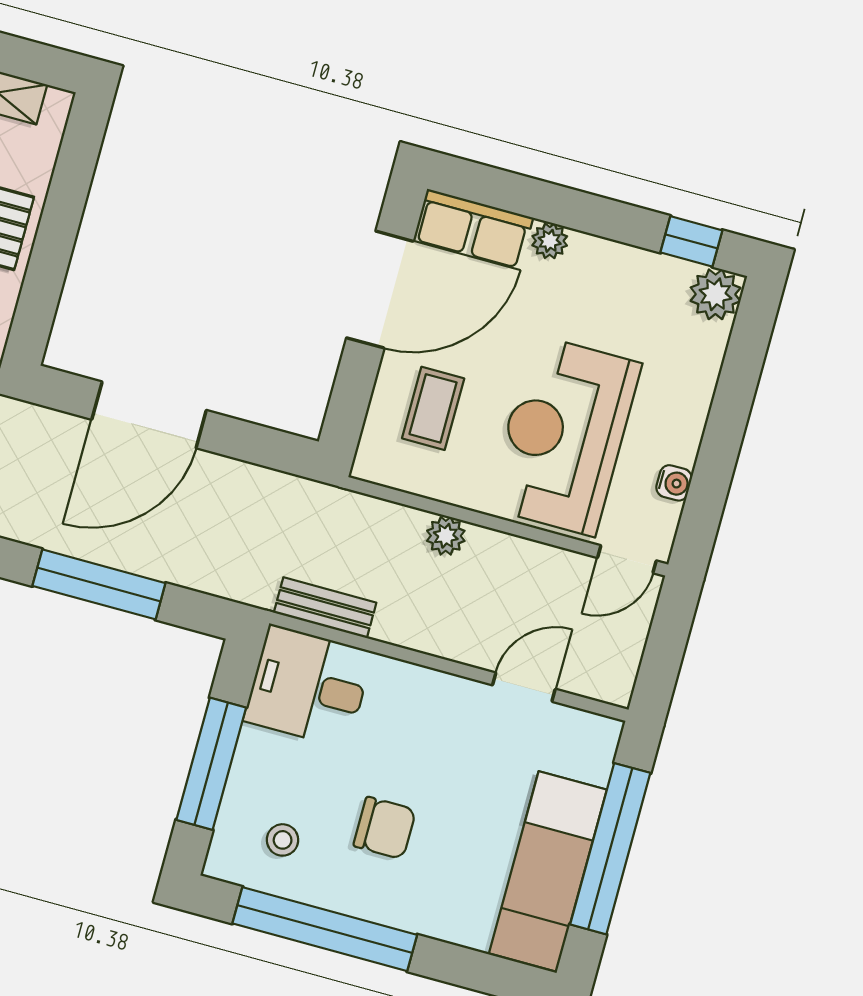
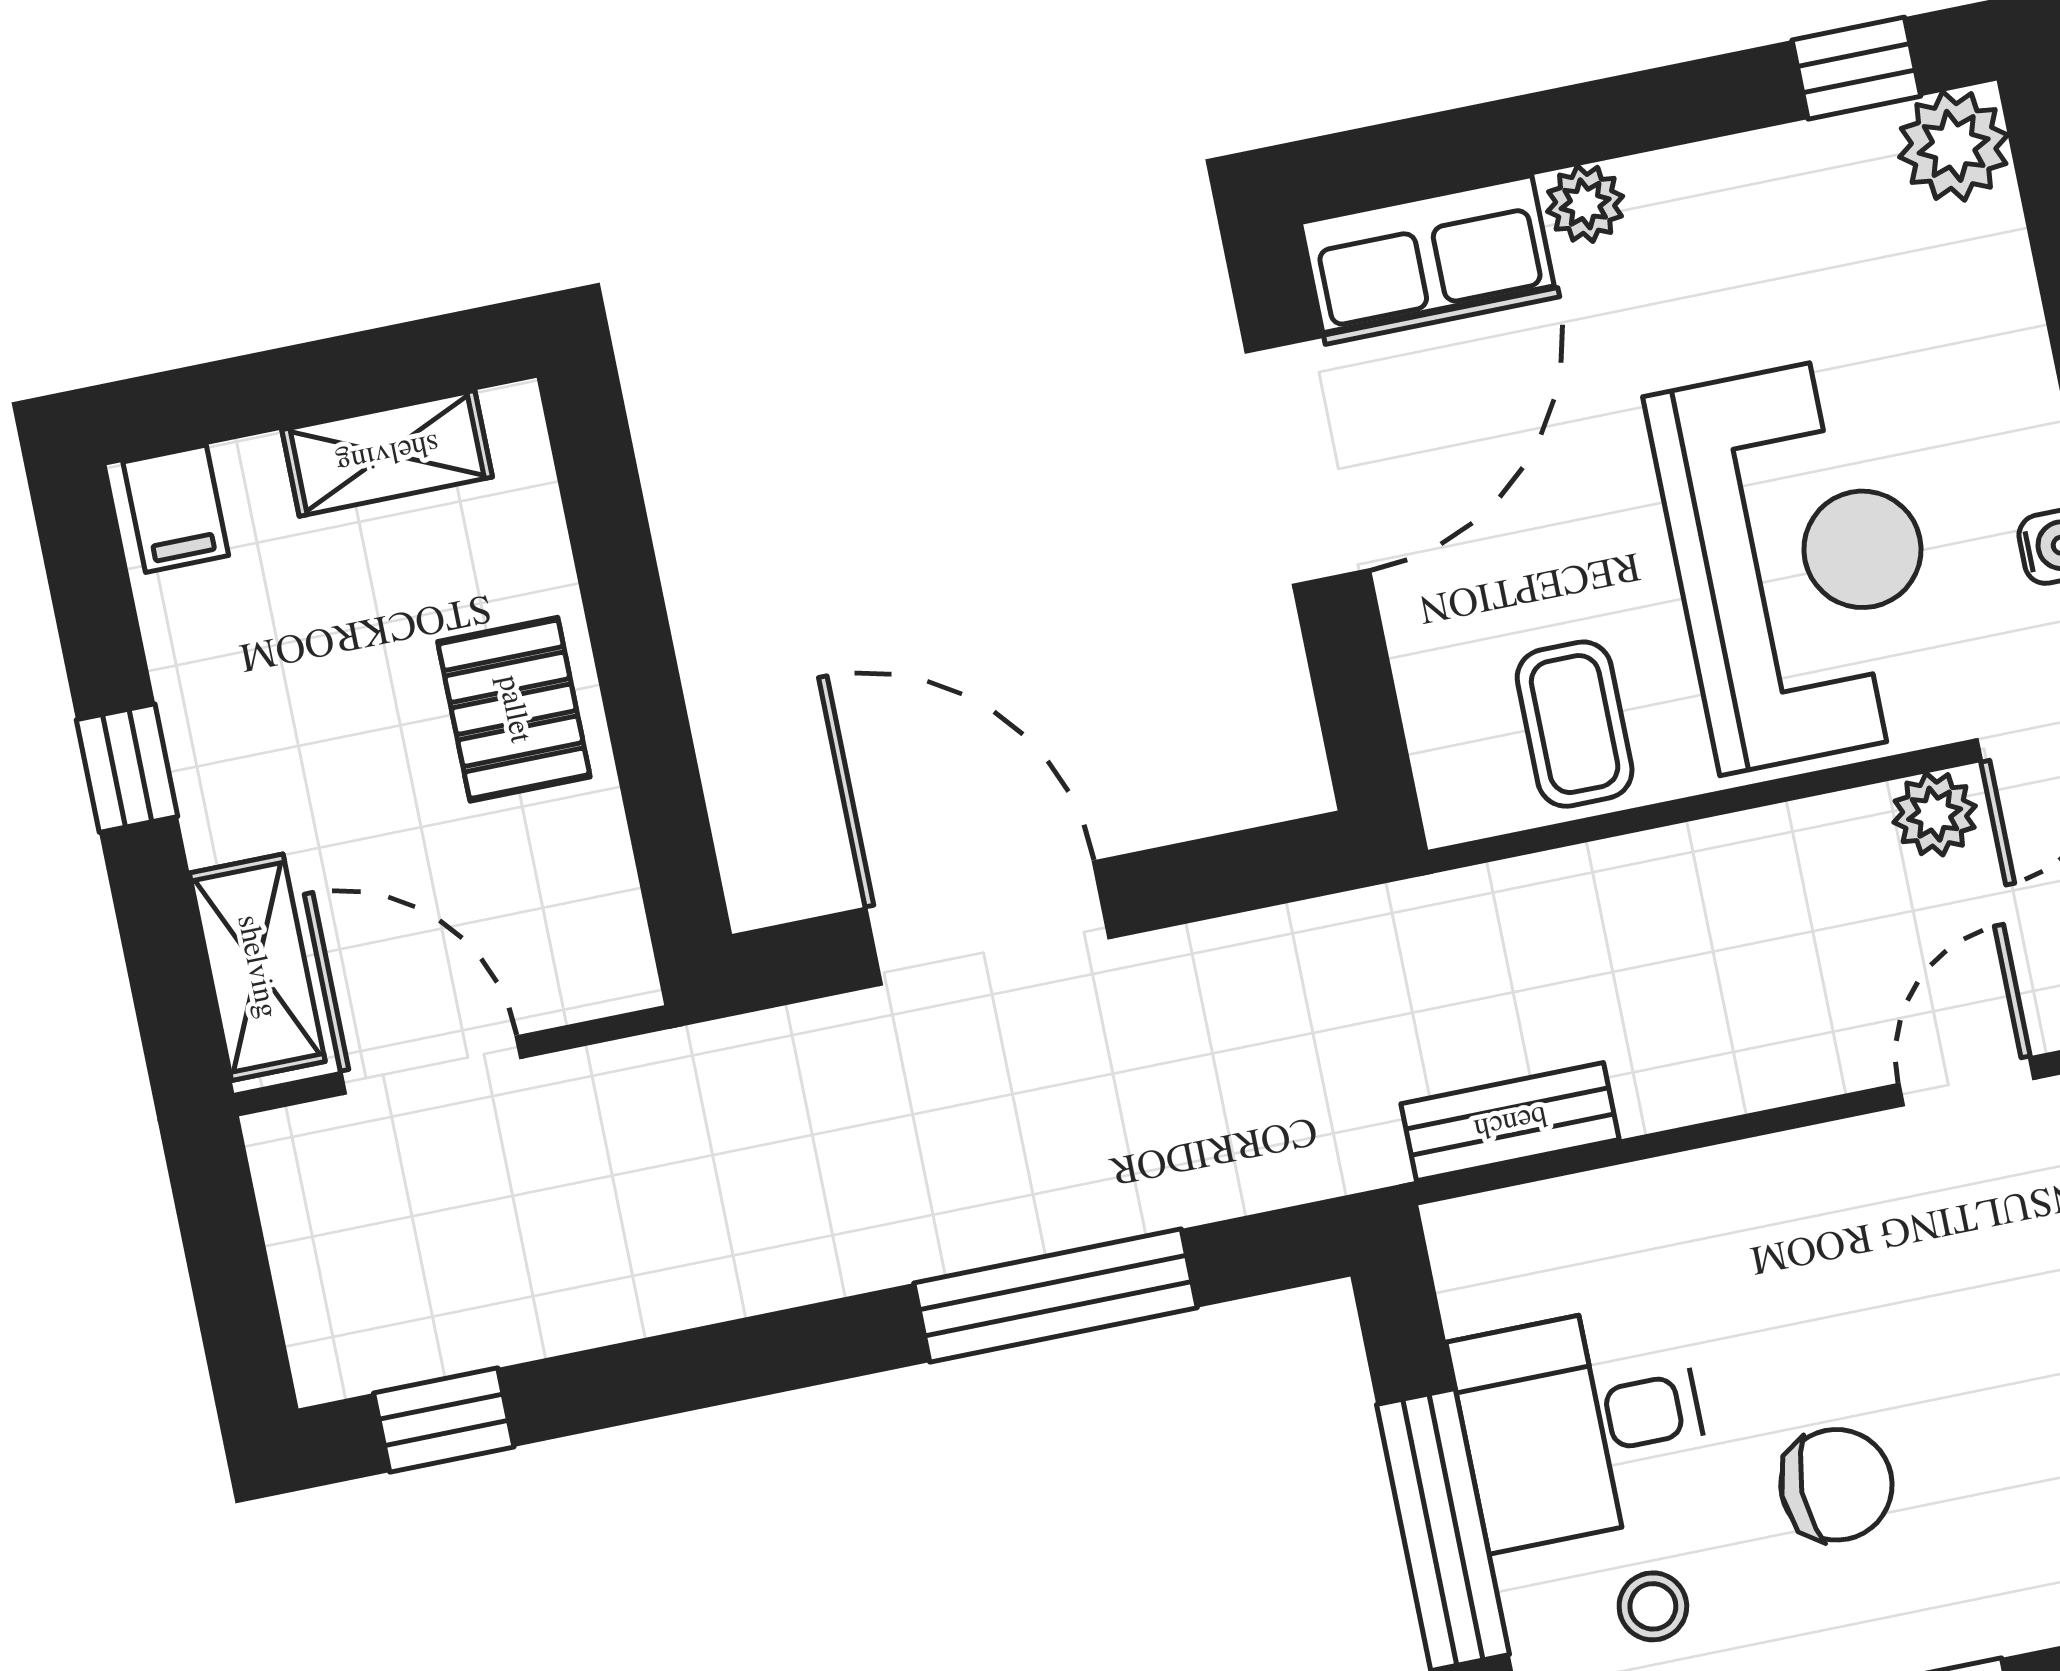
coffee table: (433, 408) -> (1575, 724), moved
door: (149, 415) -> (988, 923), swing flipped
reception desk: (564, 436) -> (1800, 562), turned 180
plant: (446, 536) -> (1935, 814), moved
desk: (308, 686) -> (1582, 1425), moved

